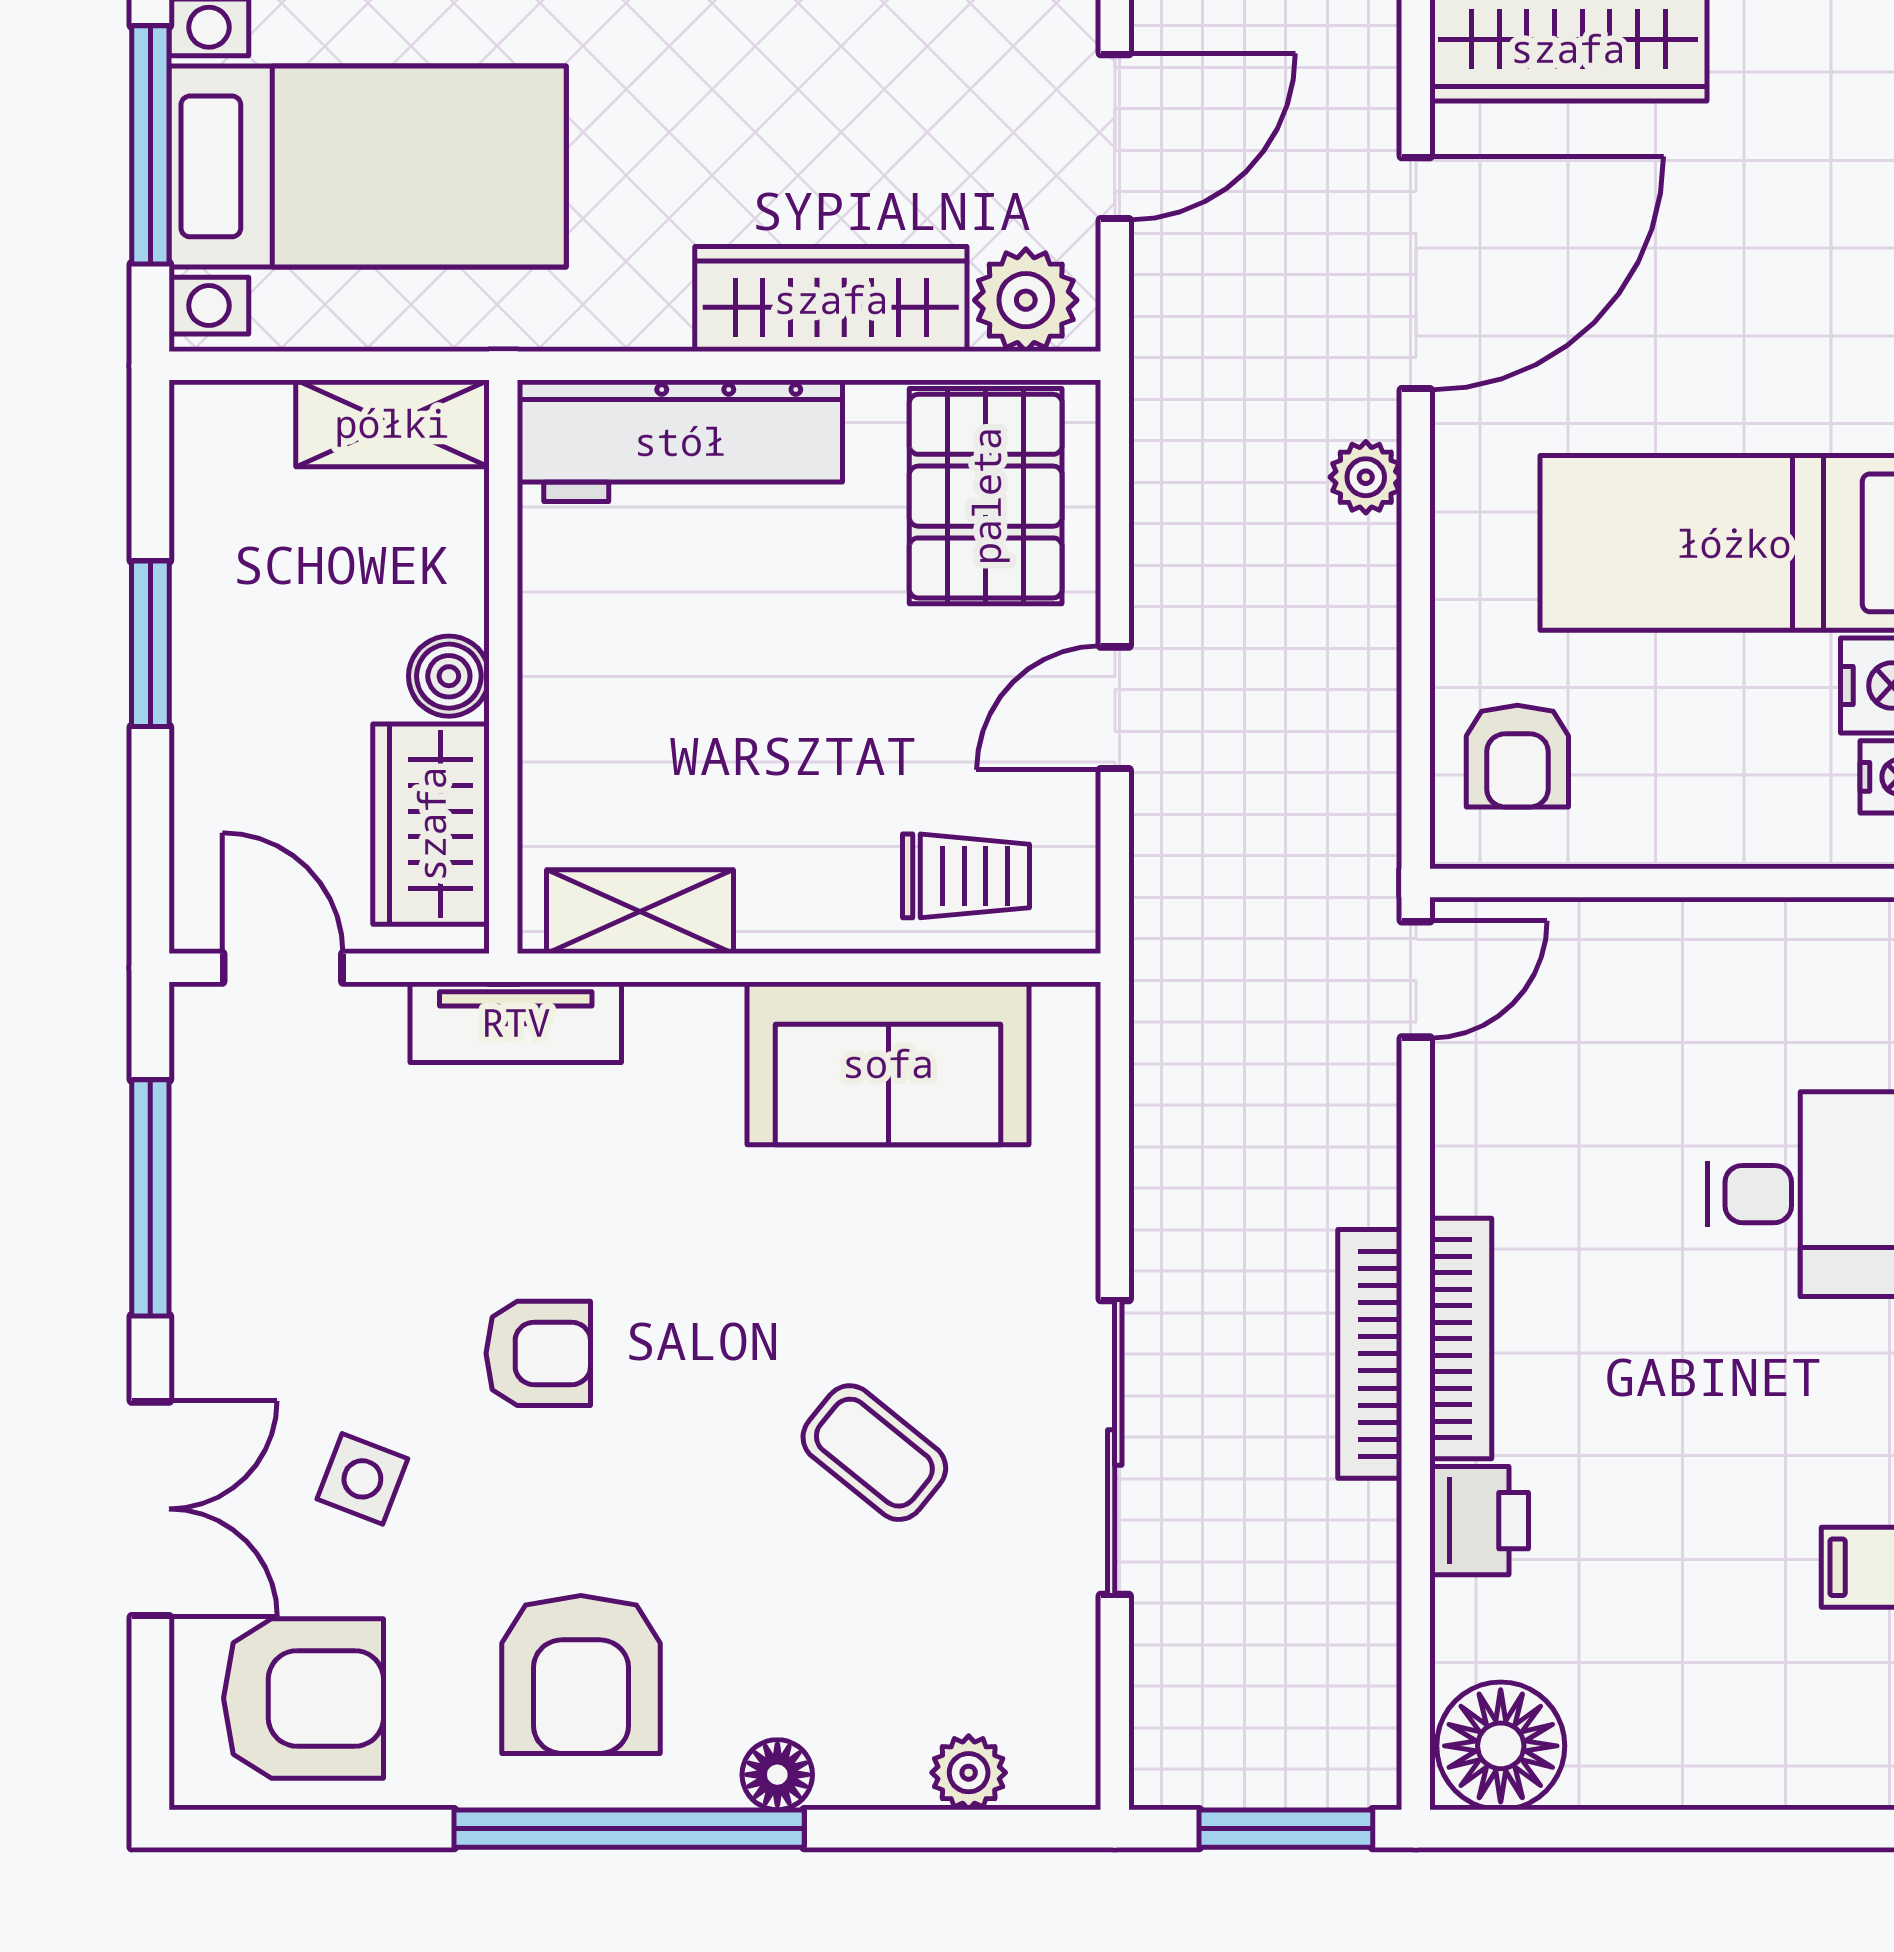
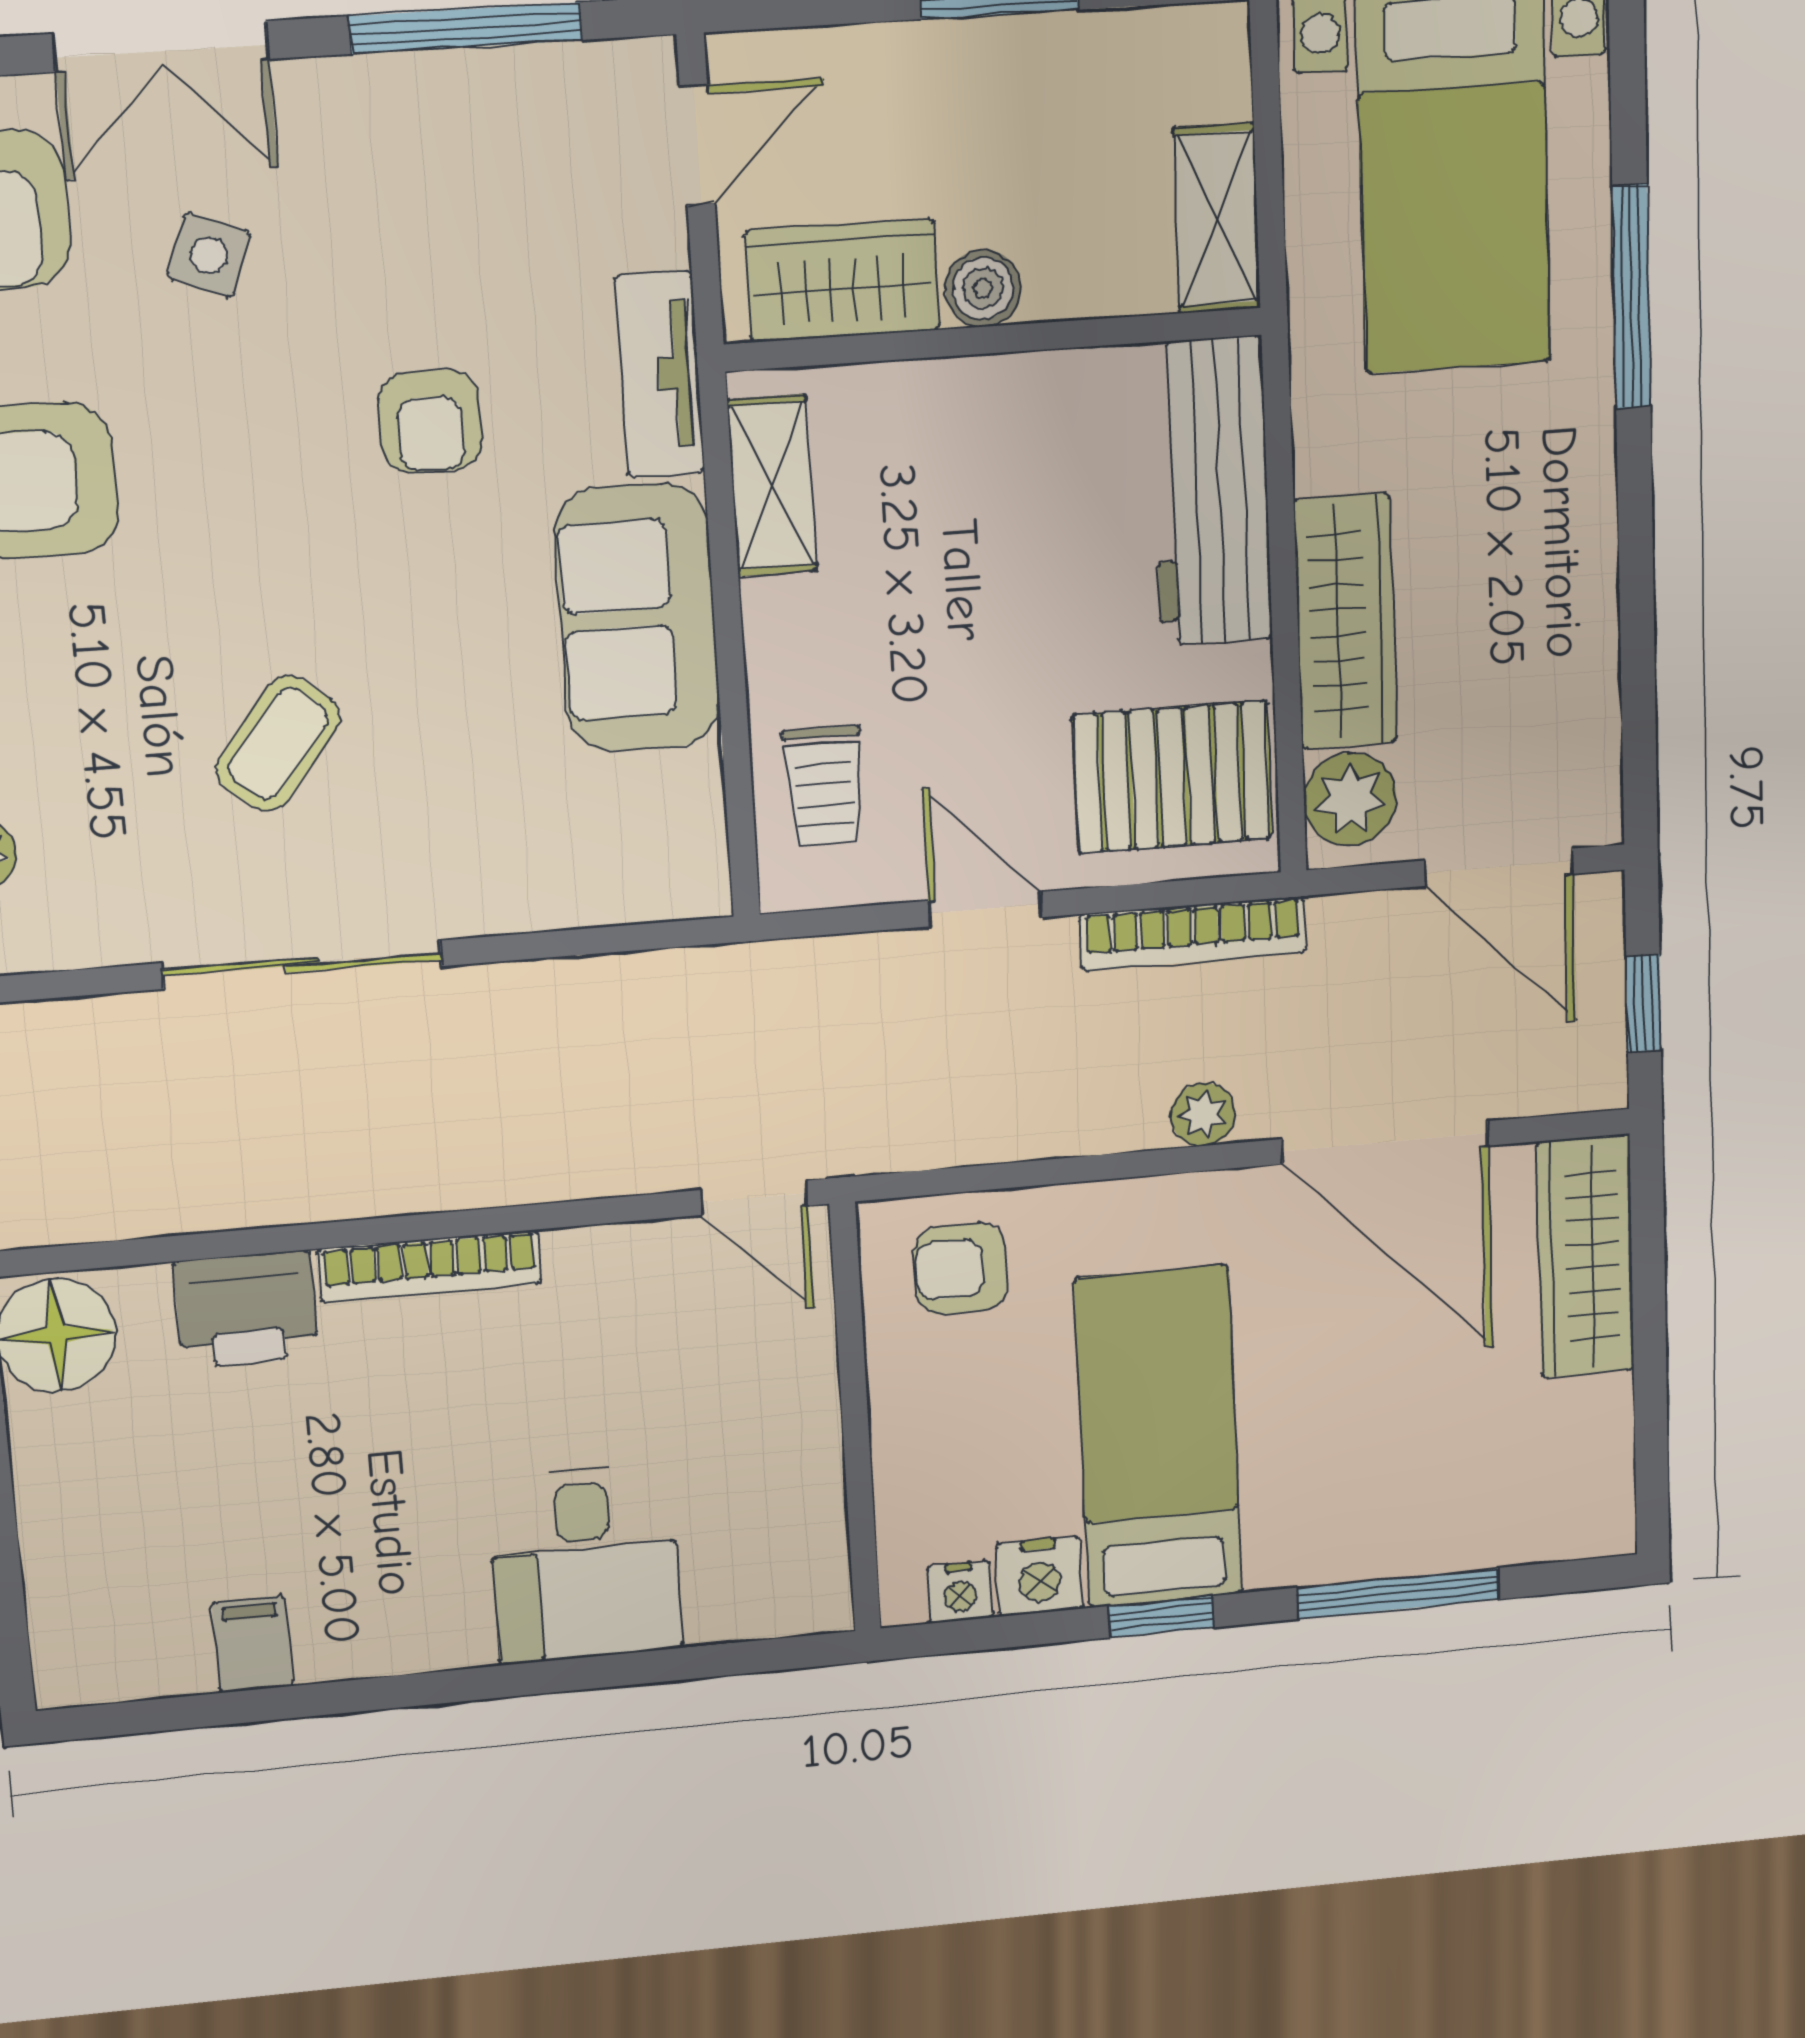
sofa: (888, 1063) -> (638, 618), moved
armchair: (538, 1353) -> (430, 421), moved
bookcase: (1370, 1354) -> (1193, 933), moved, turned 180
printer: (1479, 1521) -> (246, 1309), width x1.36, depth x1.24

